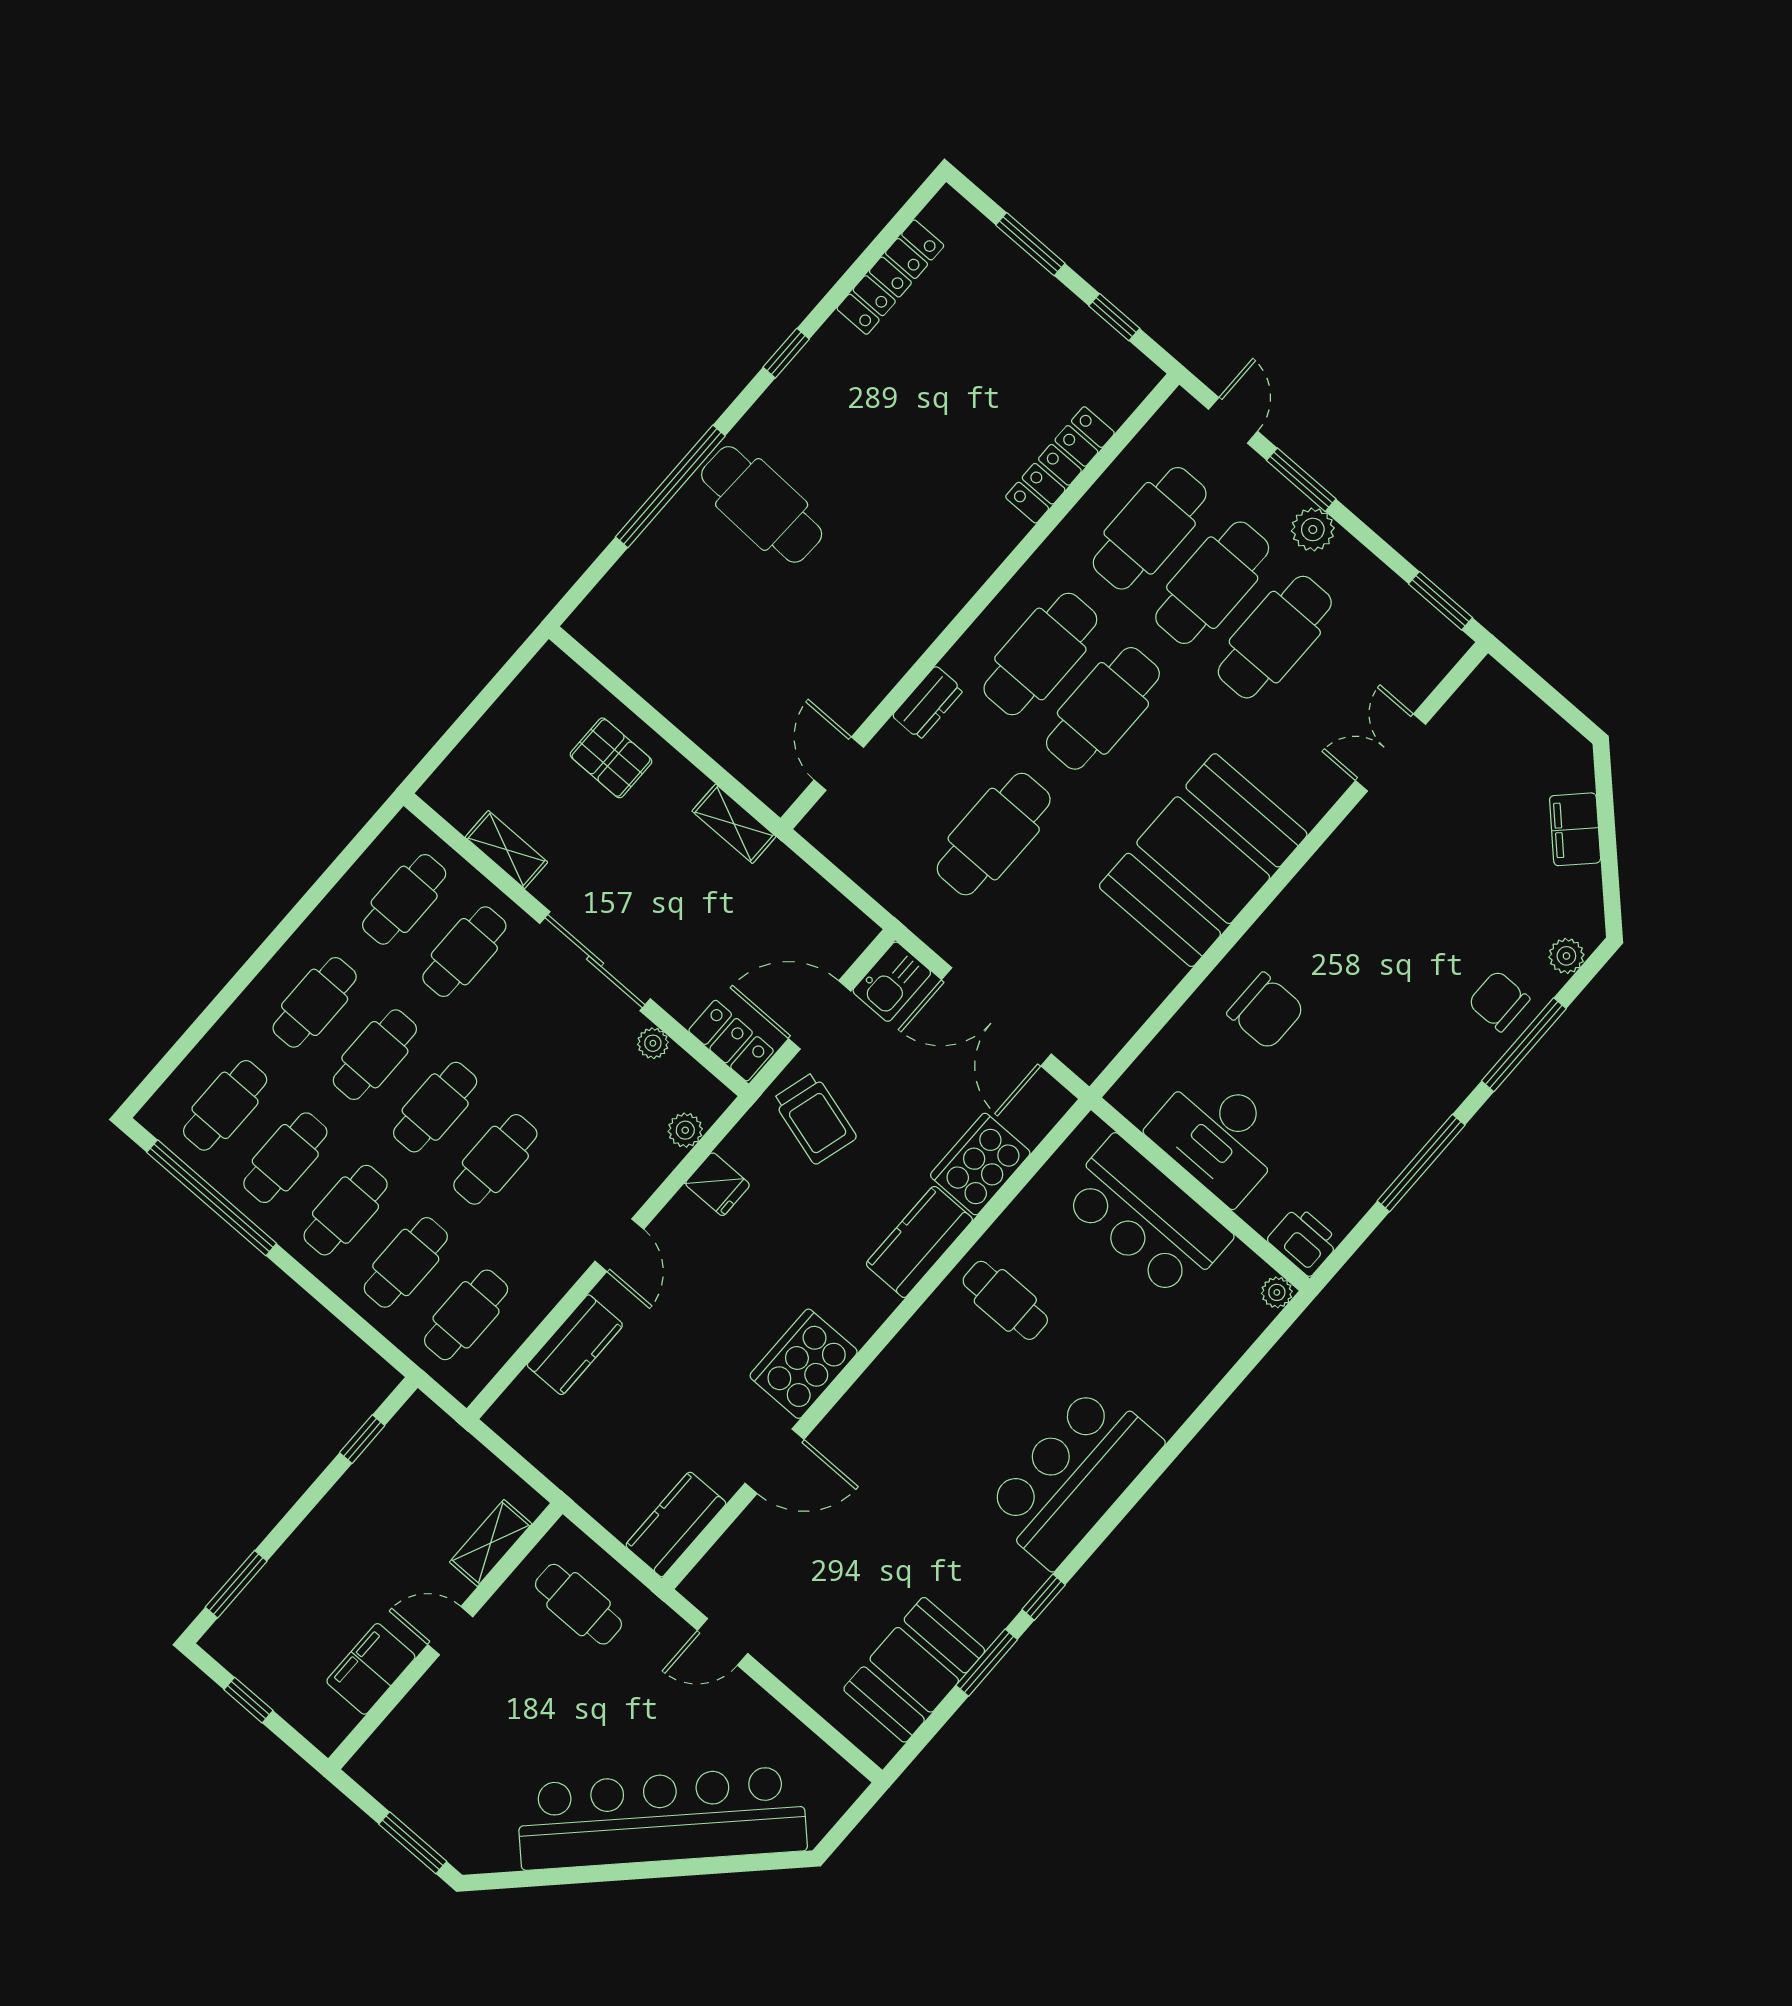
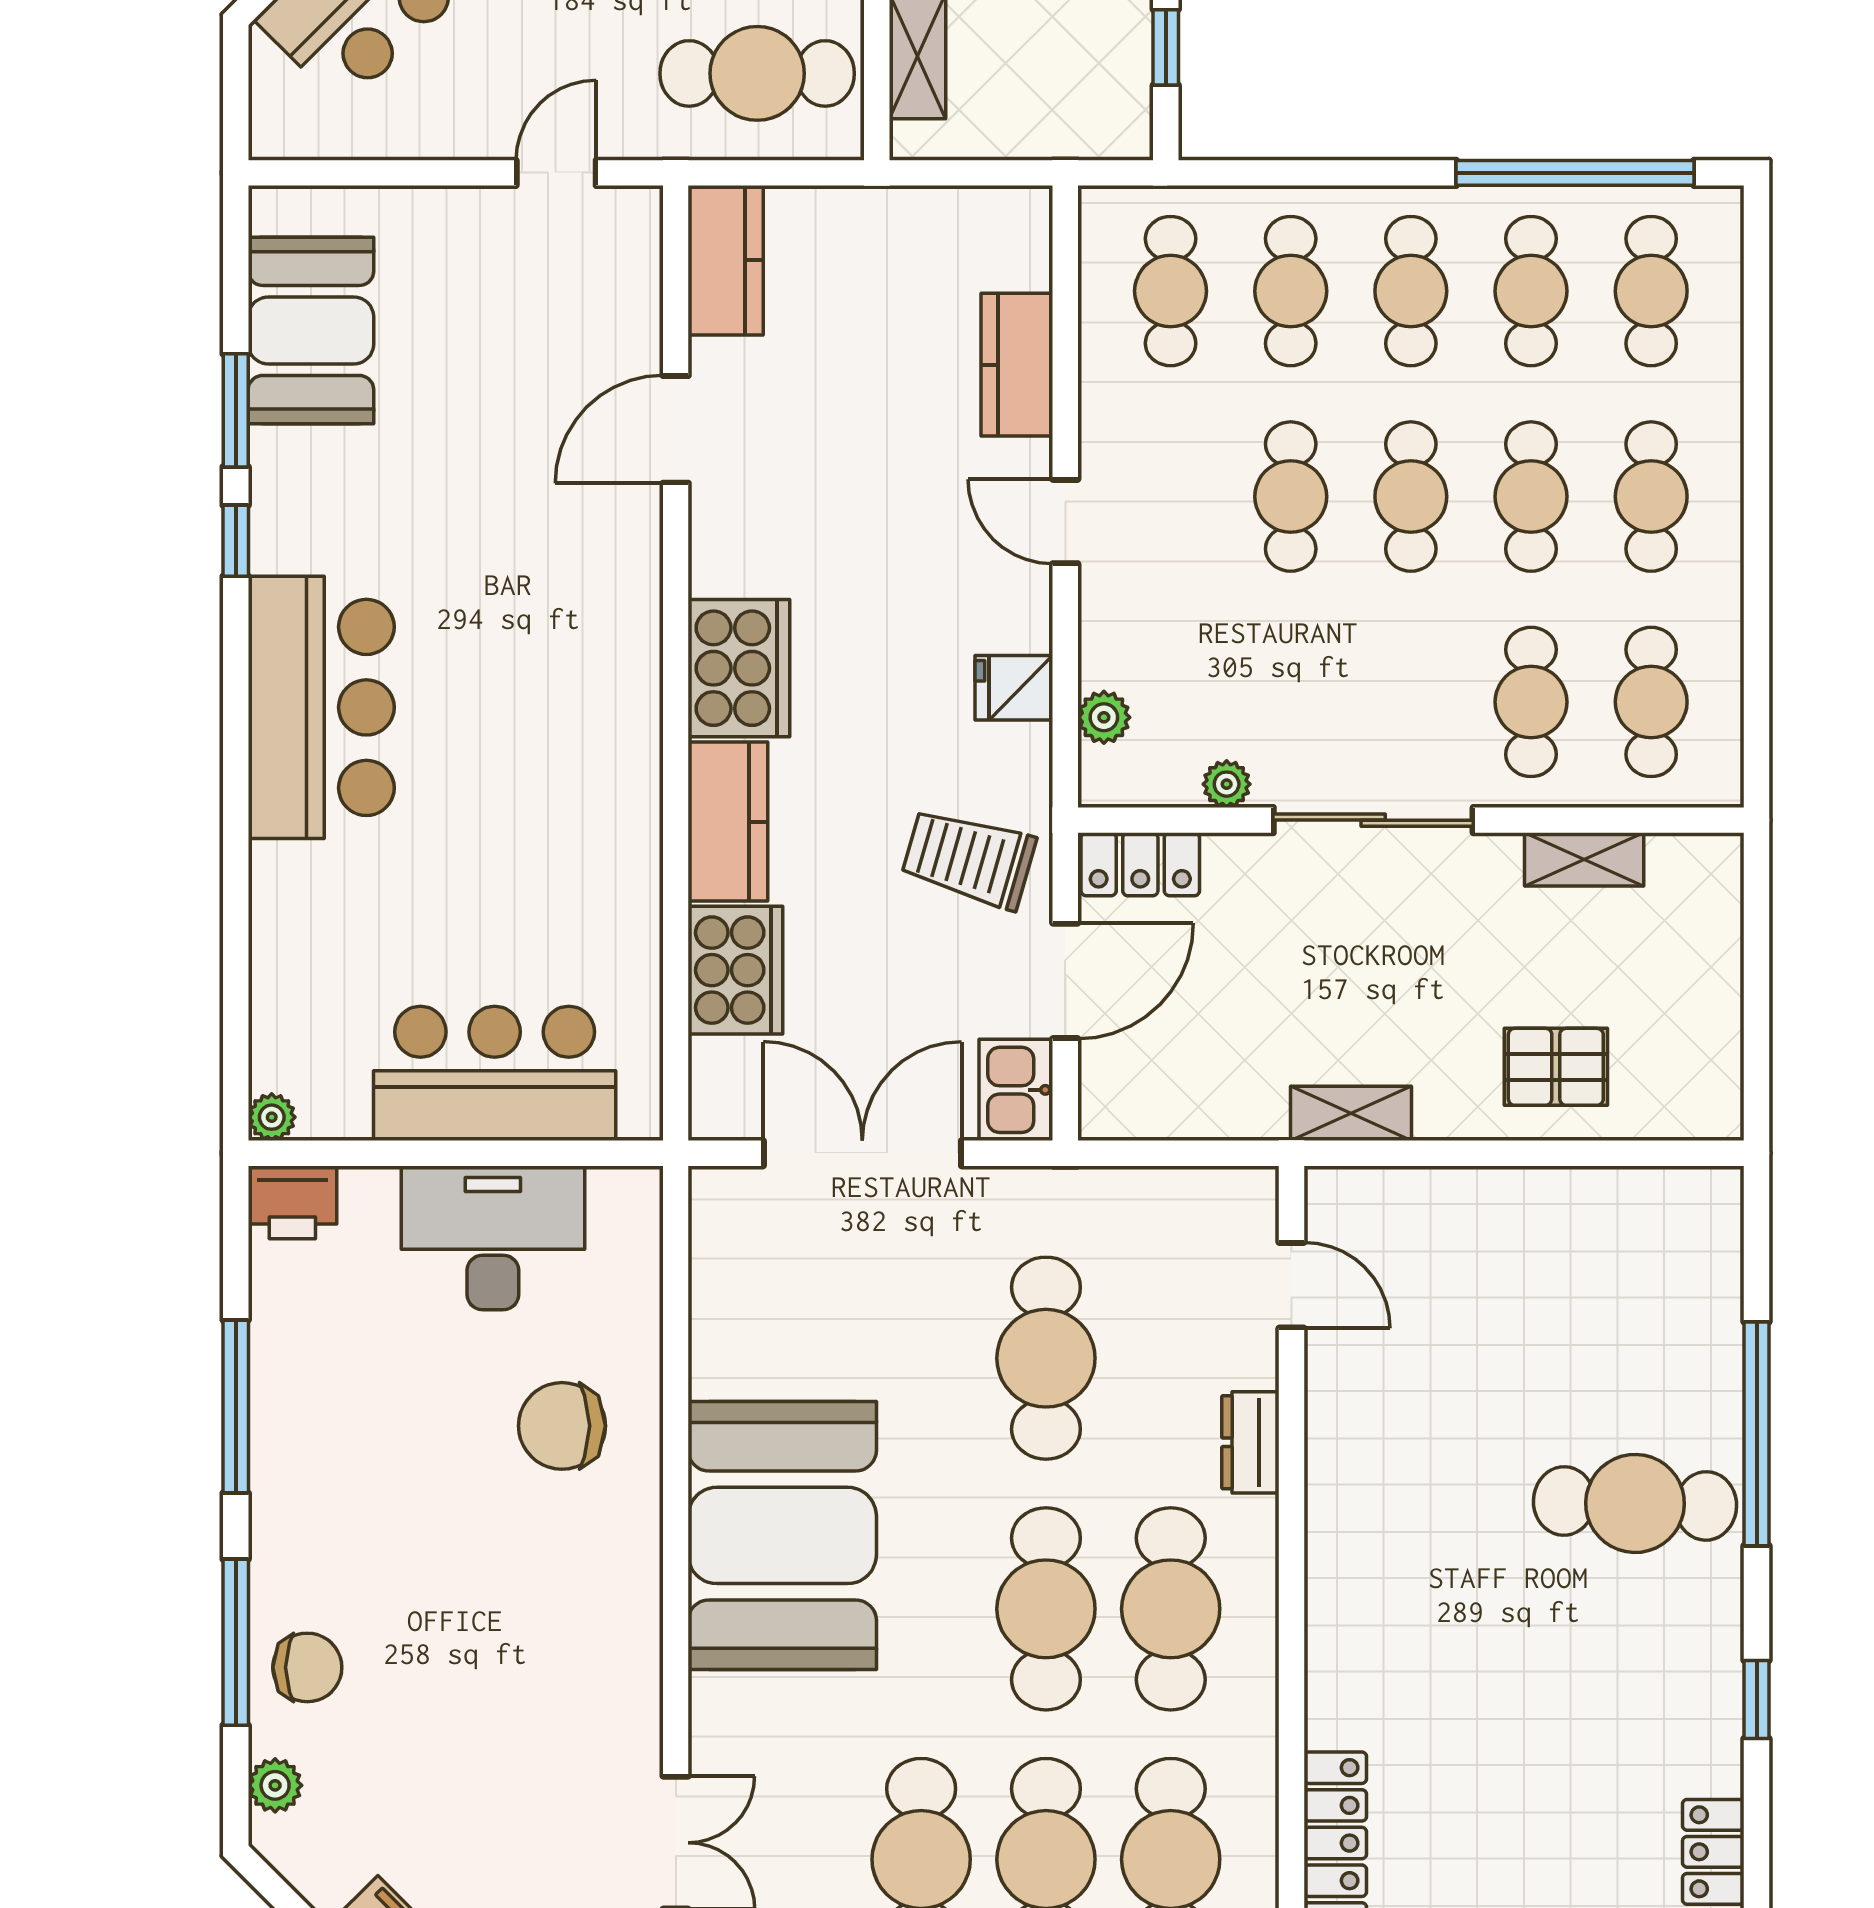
cafe table: (1005, 1300) -> (572, 840), removed
cooker: (804, 1364) -> (739, 668), moved
cafe table: (578, 1604) -> (757, 73), width x1.37, depth x1.35

